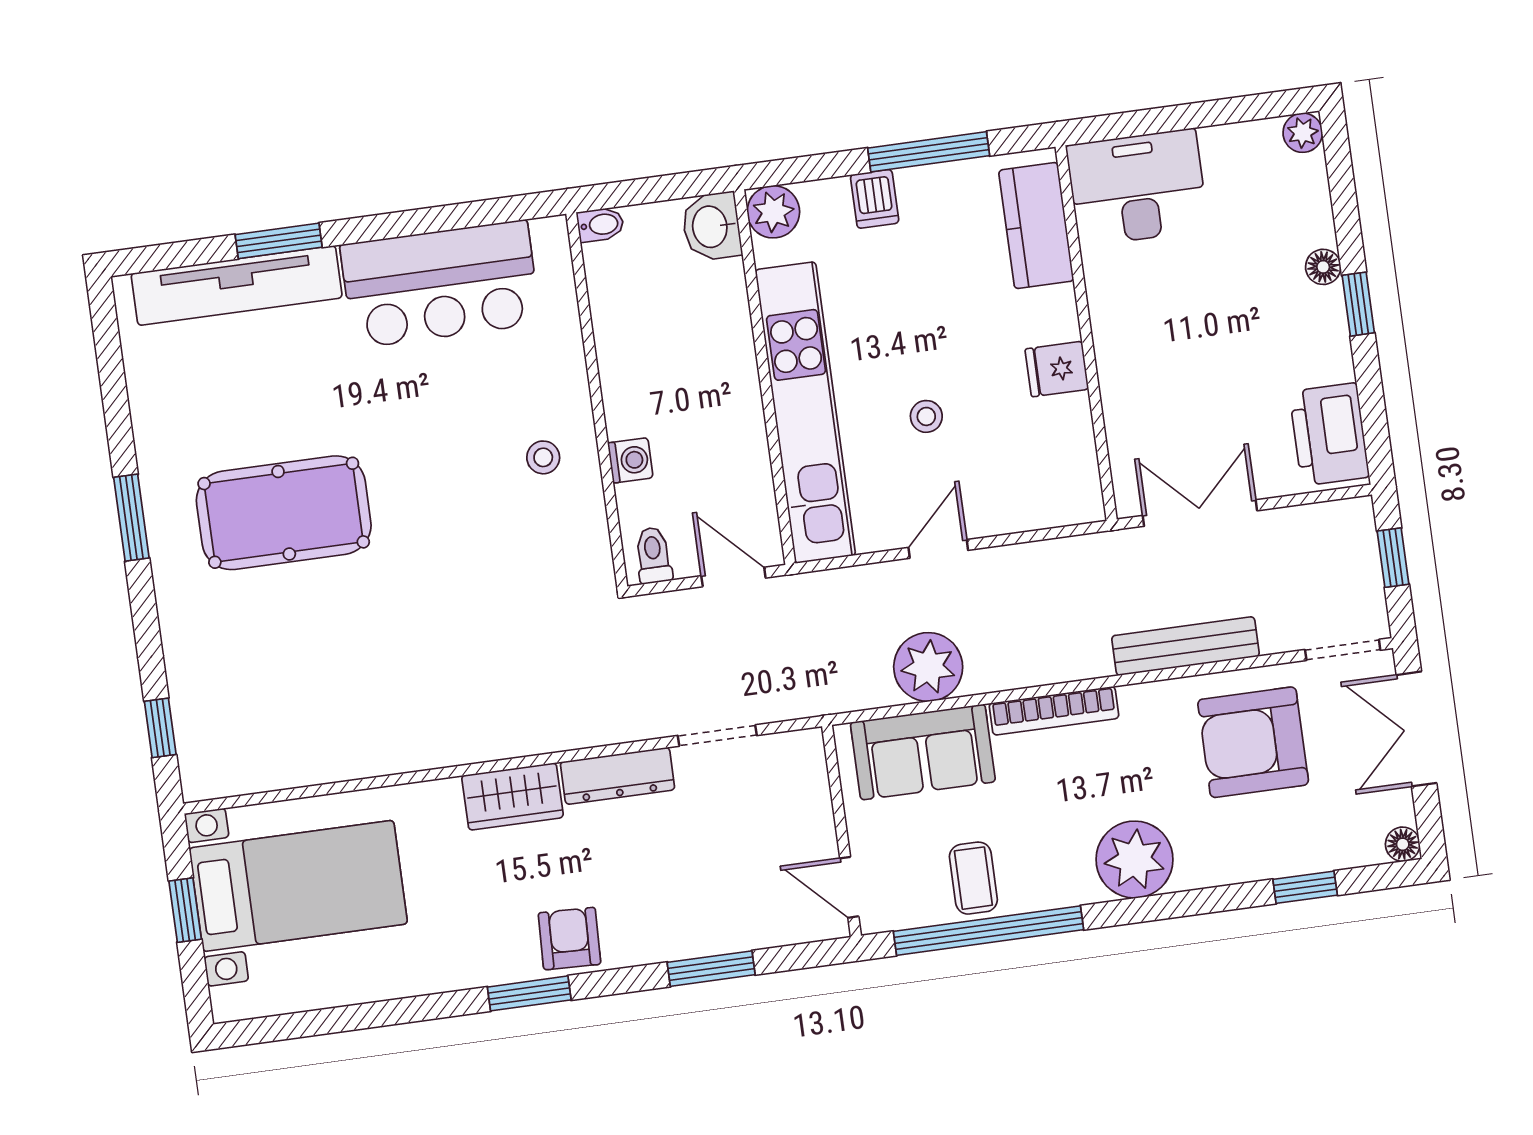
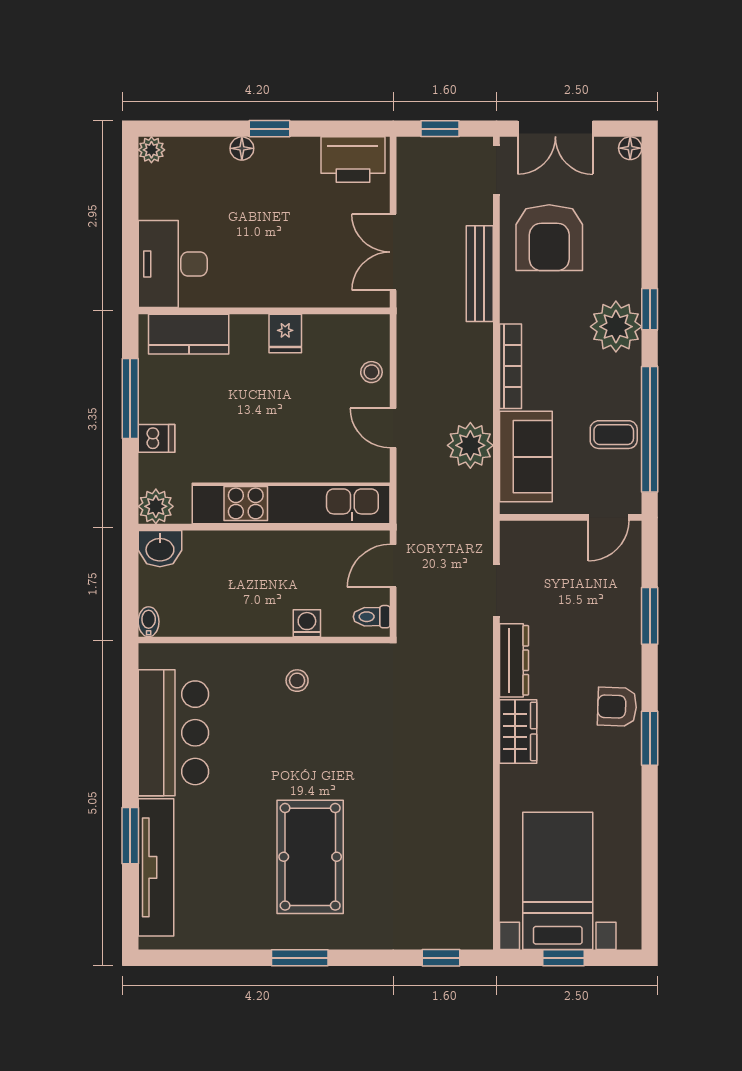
stool: (926, 416) -> (371, 372), moved
window: (1305, 887) -> (650, 309), moved

